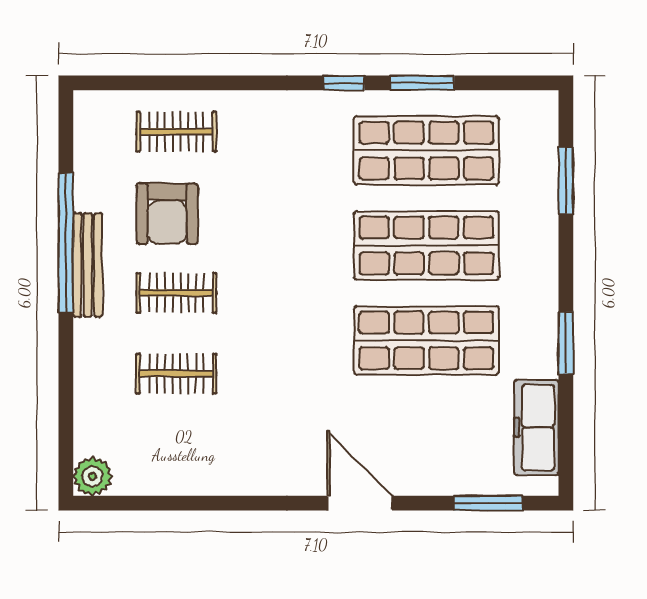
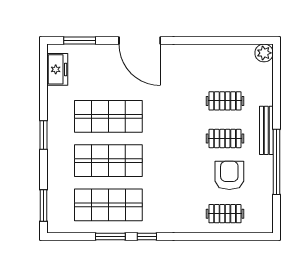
window: (566, 181) -> (43, 205), moved
bench: (88, 265) -> (266, 130), moved
window: (566, 343) -> (43, 135), moved
freezer: (536, 428) -> (57, 69), width x0.71
door: (360, 503) -> (140, 41), width x1.36

